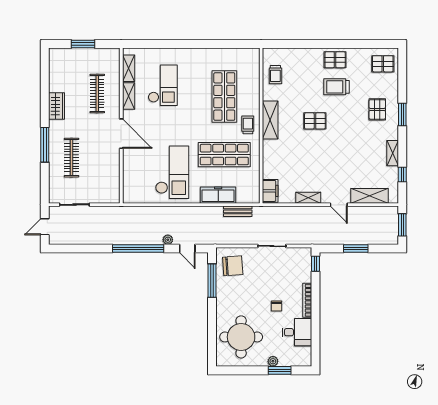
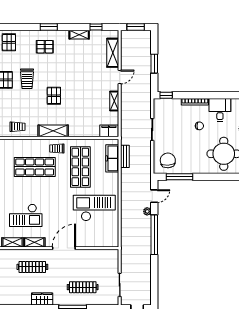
checkout: (163, 85) -> (26, 215), turned 180
freezer: (218, 195) -> (112, 158), moved

